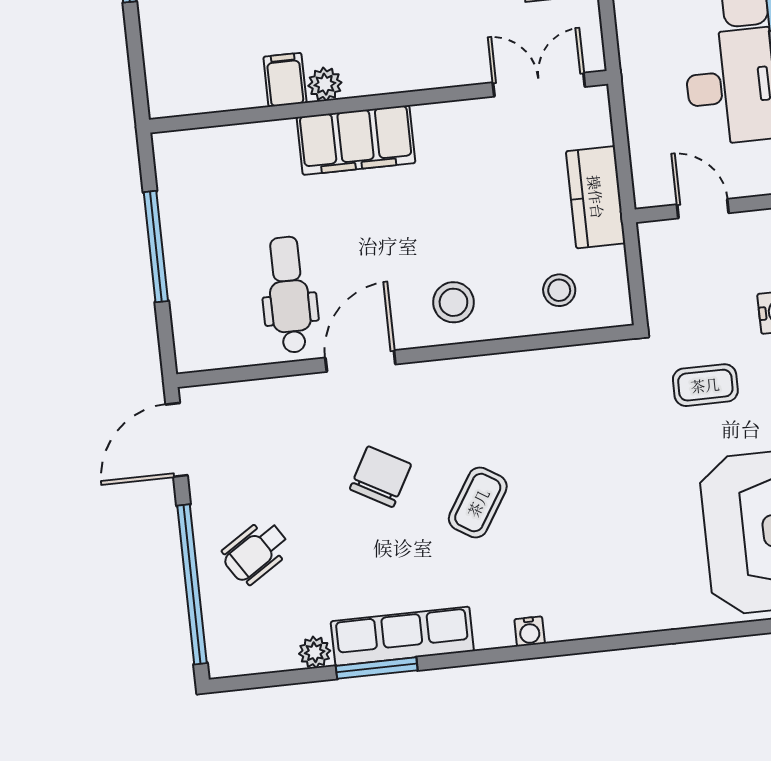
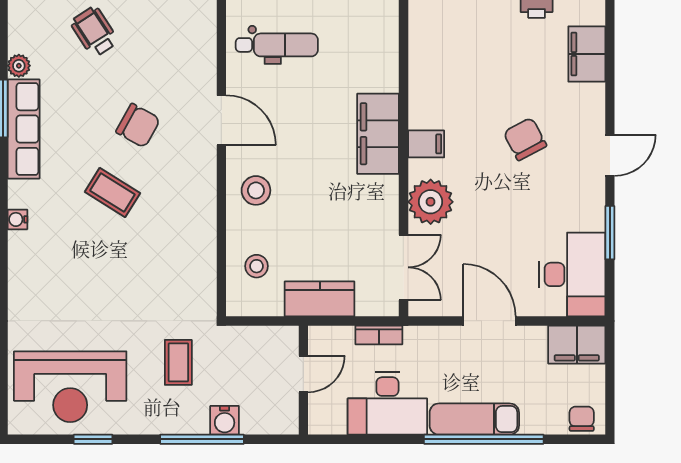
filing cabinet: (285, 80) -> (426, 144), moved
plant: (325, 84) -> (431, 202), moved, width x1.87, depth x1.87
bookcase: (637, 109) -> (379, 335), added
dental chair: (289, 295) -> (277, 45), moved

